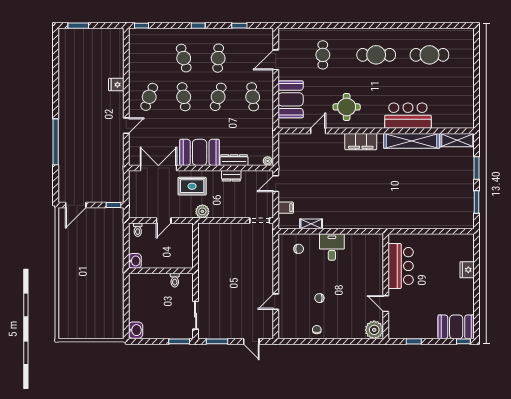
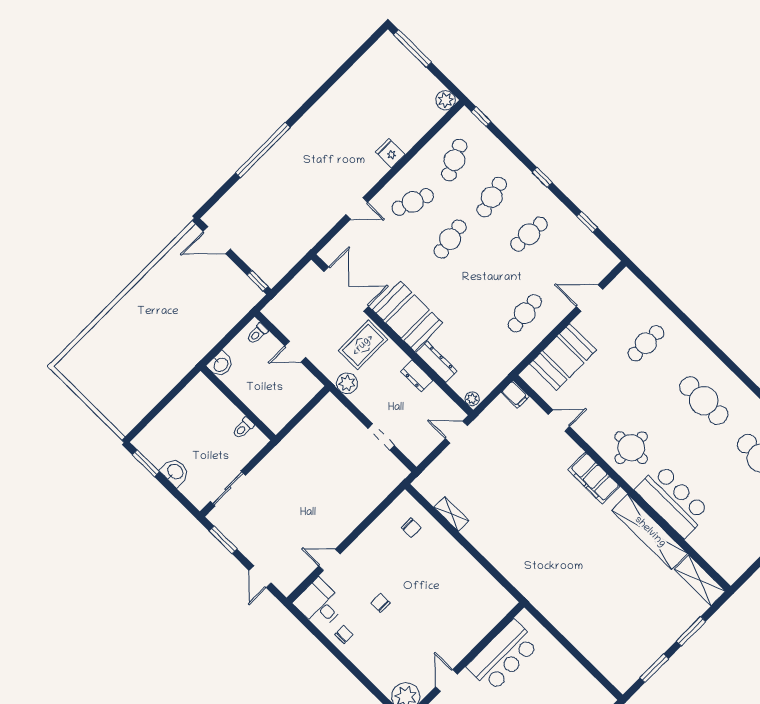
window: (78, 26) -> (412, 48), width x1.44
plant: (117, 34) -> (446, 100), added
cafe table: (218, 97) -> (454, 160), moved, turned -42
round table: (347, 107) -> (631, 448), moved
rug: (192, 186) -> (363, 345), turned 90
filing cabinet: (286, 208) -> (515, 394), moved
doorway: (260, 221) -> (381, 437), moved
desk: (332, 247) -> (320, 604), moved, turned -90
washbasin: (136, 330) -> (175, 472), moved, turned -90
window: (179, 341) -> (146, 463), moved

